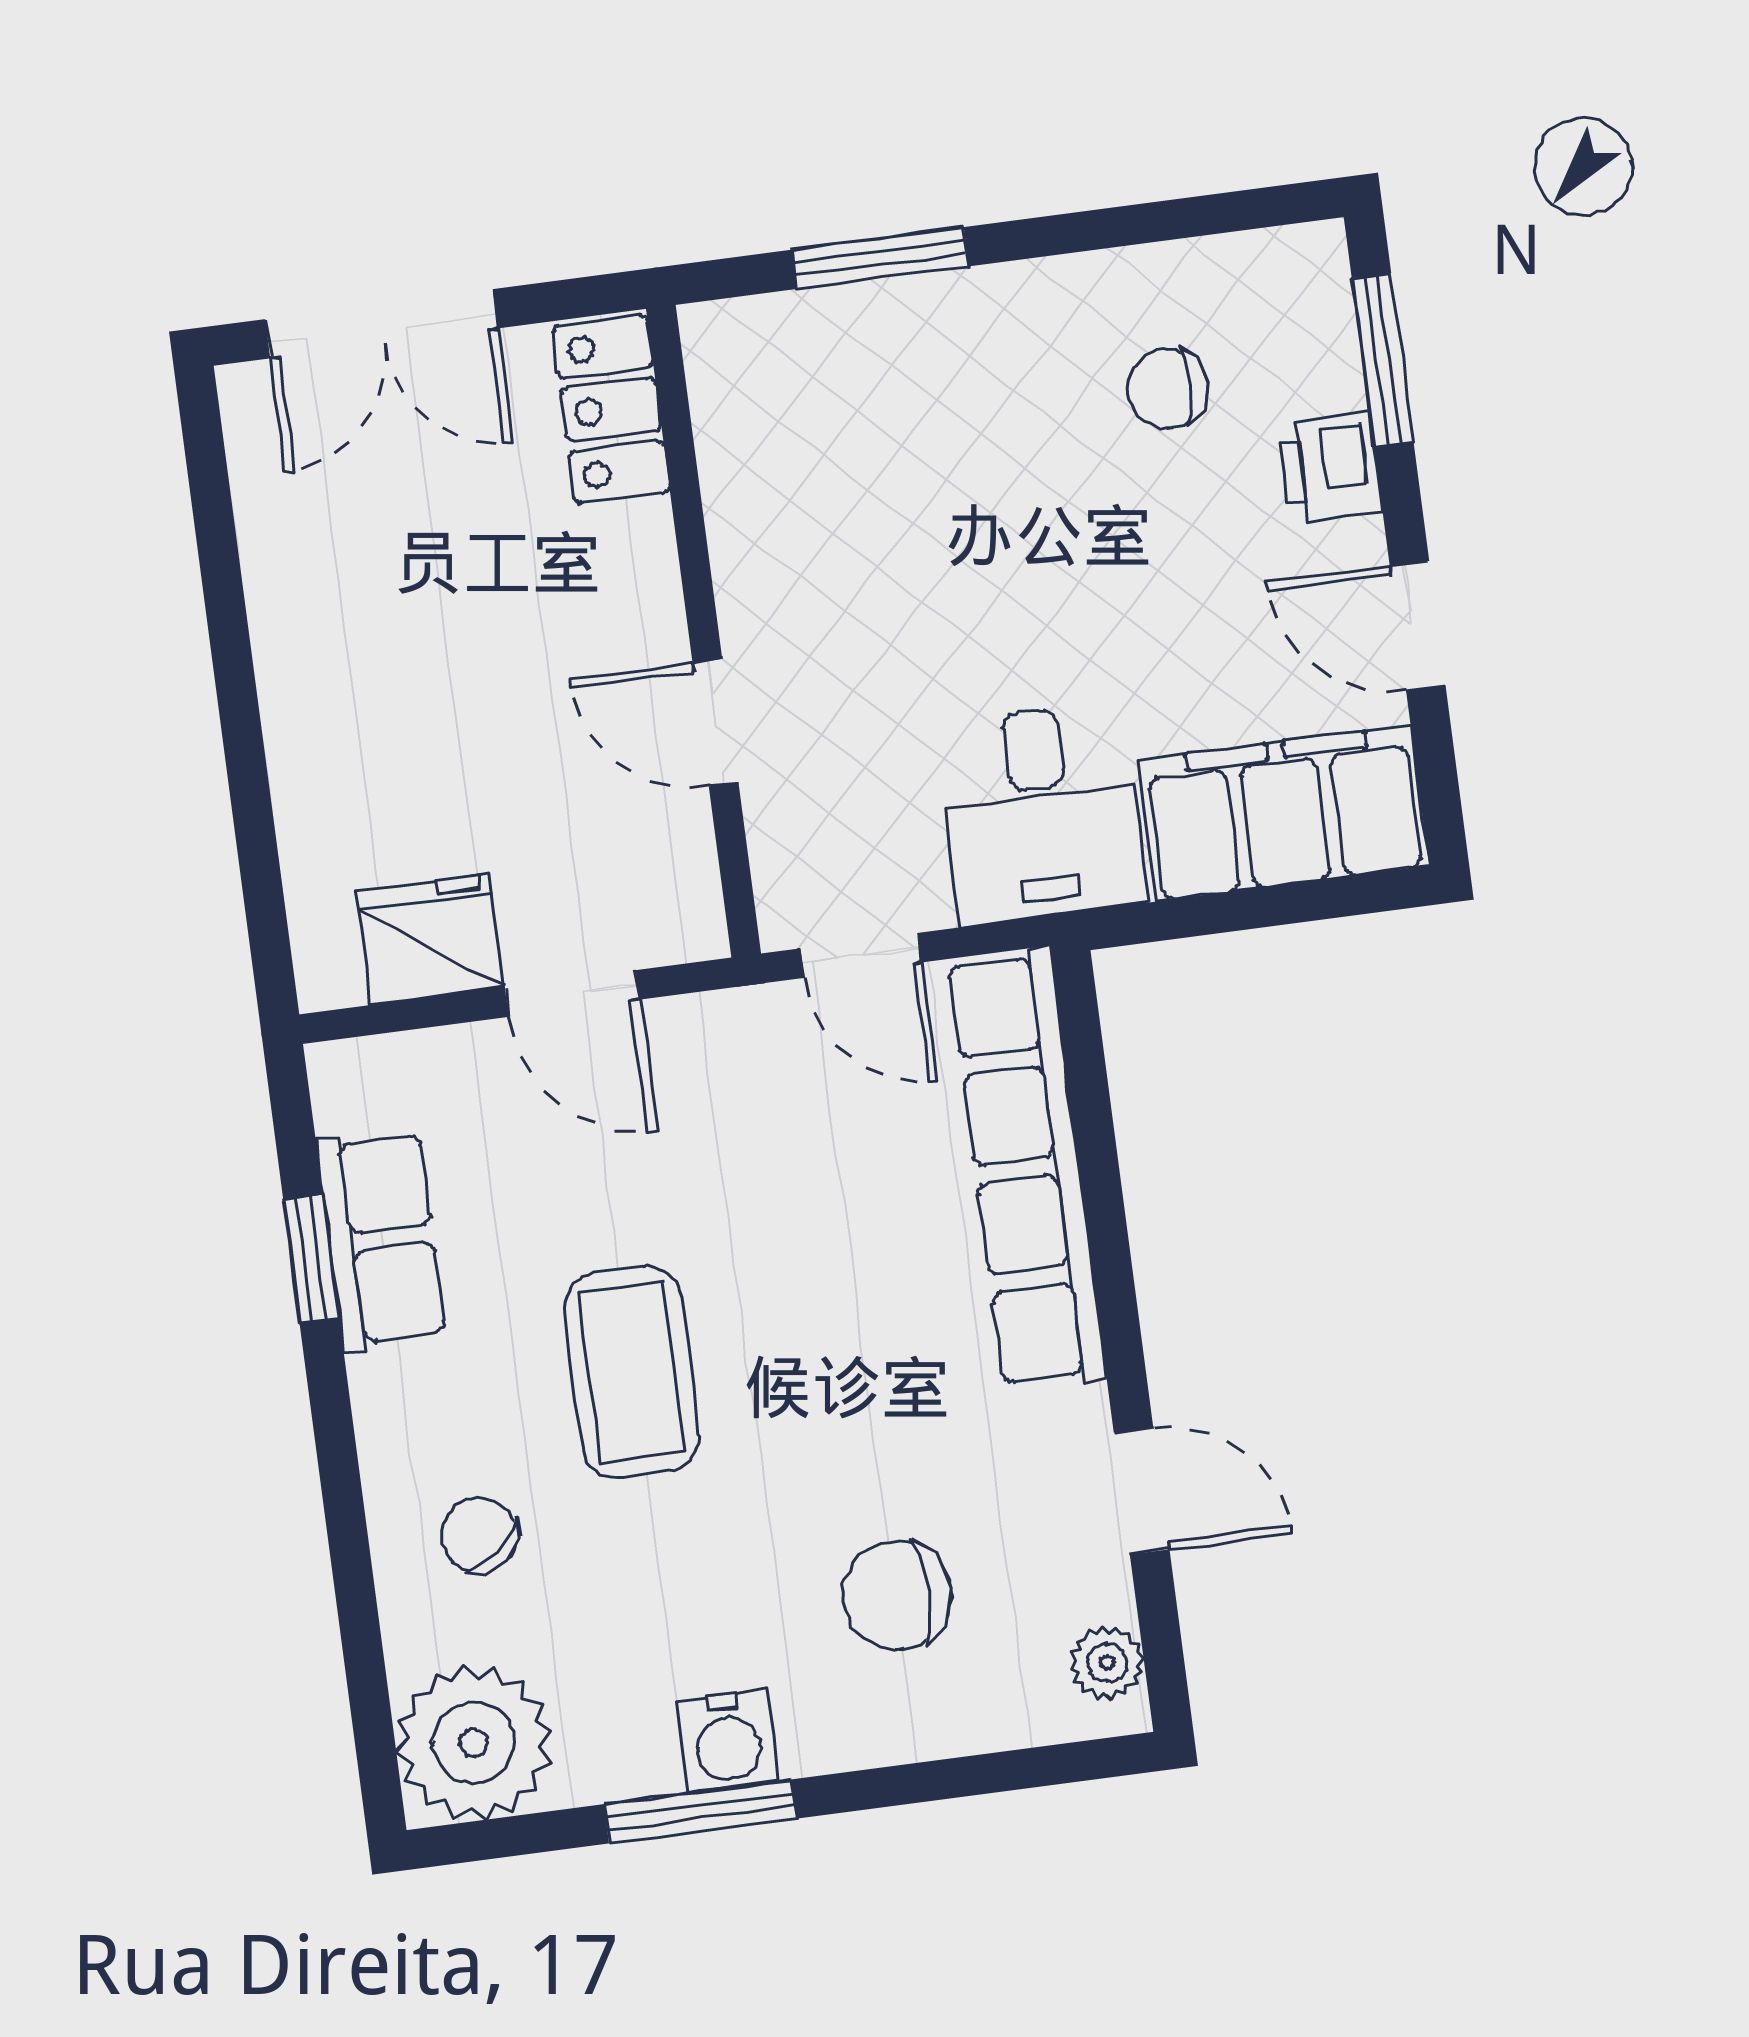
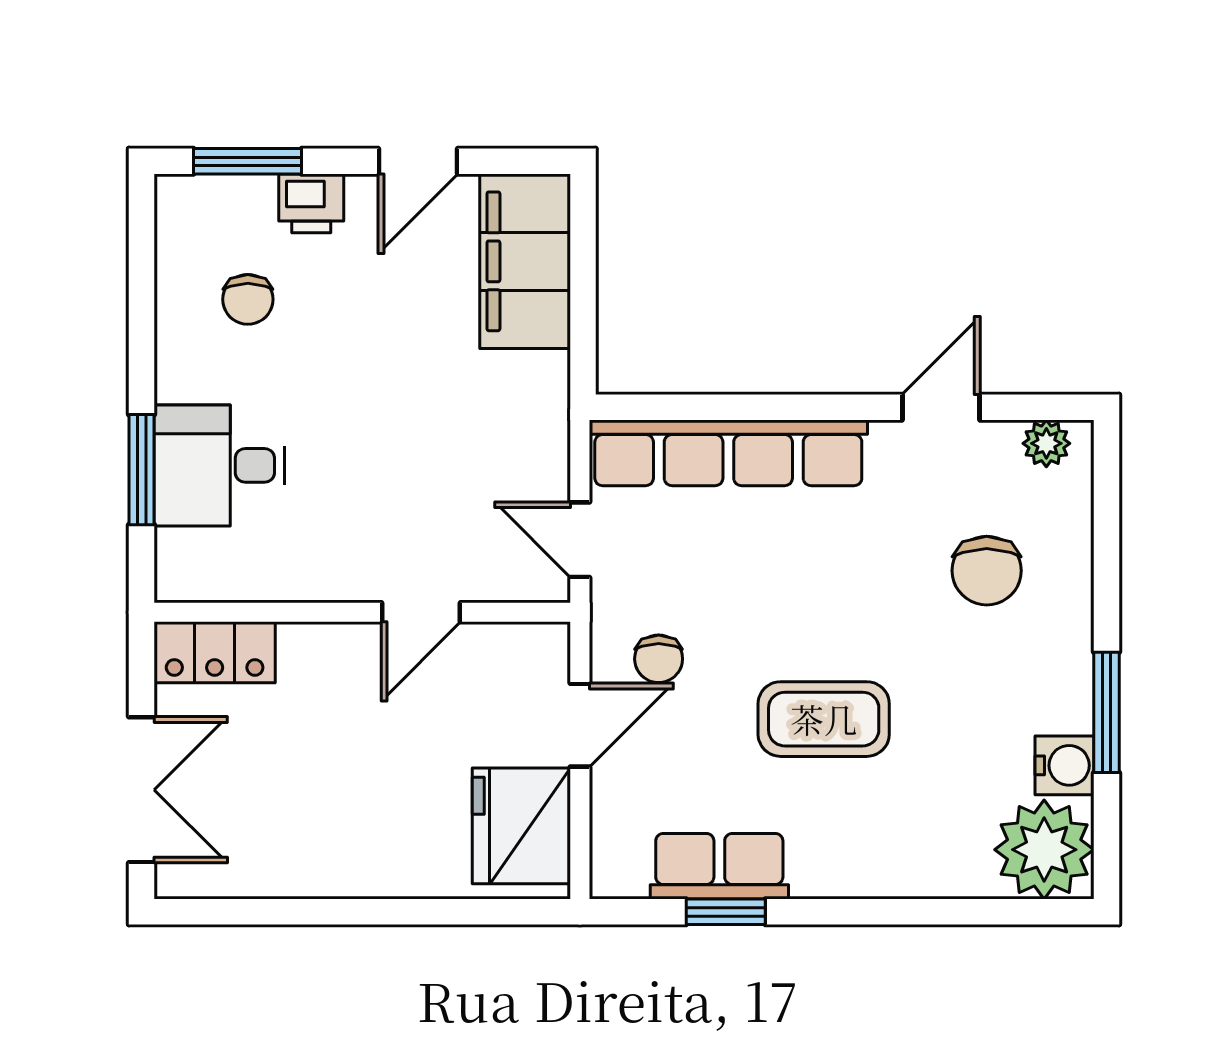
desk: (1041, 813) -> (220, 465), moved, turned 180
fridge: (430, 939) -> (521, 826), width x1.36, depth x1.34
door: (861, 955) -> (580, 540), swing flipped
chair: (479, 1535) -> (659, 659), moved, turned -50
water cooler: (727, 1741) -> (1064, 765), moved

